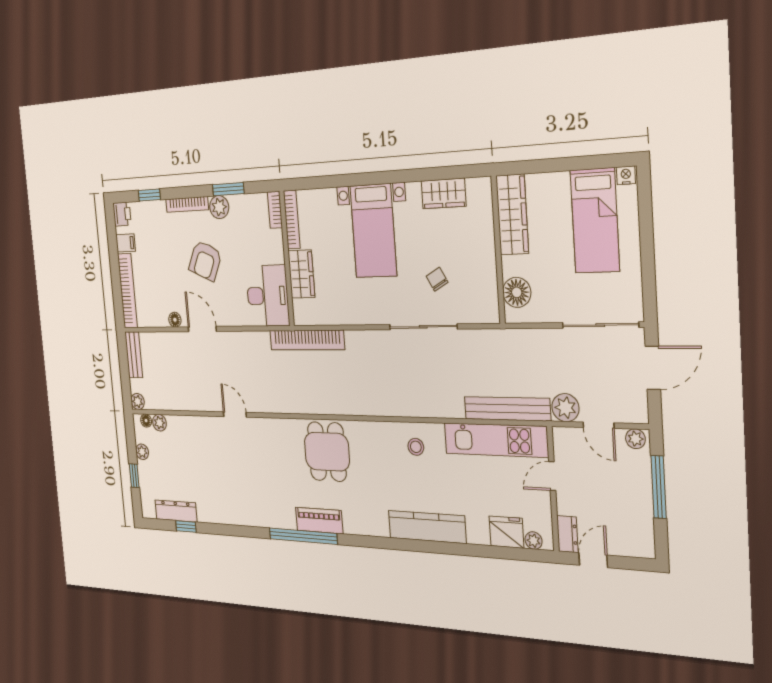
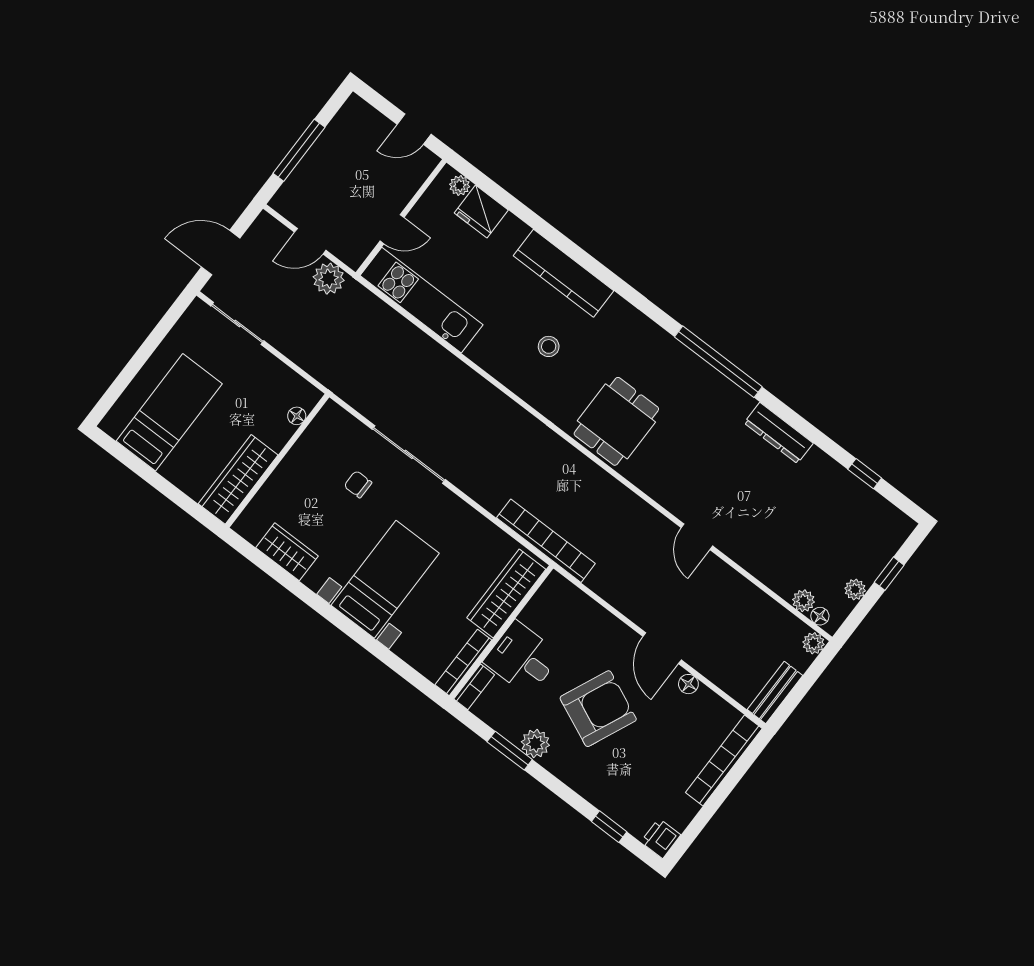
nightstand: (626, 175) -> (112, 426), removed
bookcase: (187, 204) -> (571, 778), removed
filing cabinet: (126, 243) -> (682, 808), removed
armchair: (205, 261) -> (598, 709), width x1.36, depth x1.36
wardrobe: (301, 274) -> (506, 594), width x1.50
chair: (437, 279) -> (358, 484), turned 119
floor lamp: (517, 292) -> (297, 416), width x0.53, depth x0.53
desk: (268, 296) -> (522, 658), moved, width x0.73
sliding door: (600, 325) -> (237, 323), width x0.73
bench: (507, 409) -> (386, 319), removed
door: (599, 425) -> (310, 241), swing flipped
plant: (635, 439) -> (286, 205), removed
stool: (416, 447) -> (549, 346), moved
dresser: (176, 511) -> (779, 433), moved
piano: (319, 520) -> (685, 363), removed
dresser: (567, 534) -> (420, 169), removed

